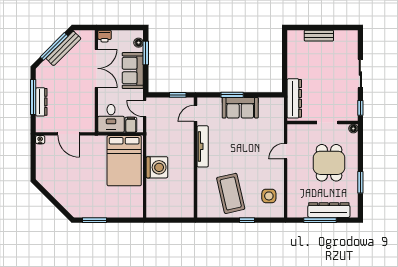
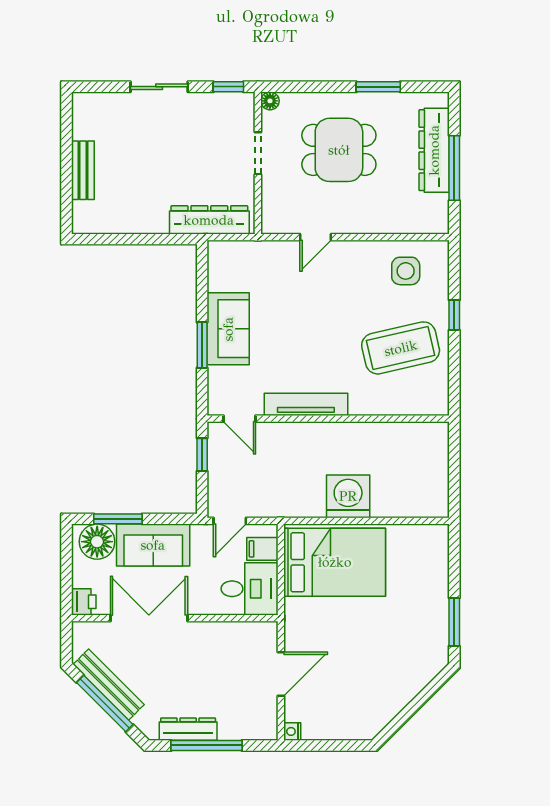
floor lamp: (139, 43) -> (97, 542), width x1.89, depth x1.89
dresser: (41, 102) -> (188, 729), moved
door: (286, 151) -> (316, 237), hinge flipped

